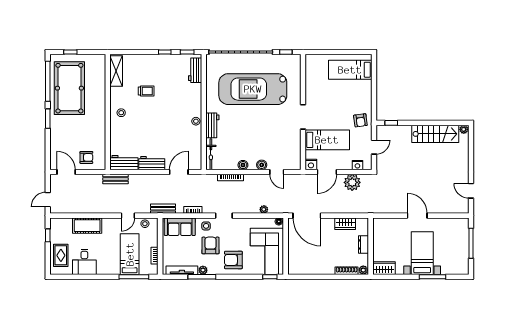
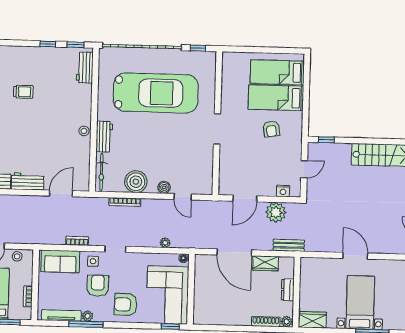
car: (253, 89) -> (156, 93), turned 180
armchair: (360, 120) -> (271, 129), moved
bed: (327, 140) -> (276, 98), moved, turned 180
boiler: (243, 165) -> (136, 182), width x1.86, depth x1.86
nightstand: (311, 165) -> (225, 189), removed
bench: (163, 209) -> (289, 245), moved
door: (307, 216) -> (234, 252), moved

